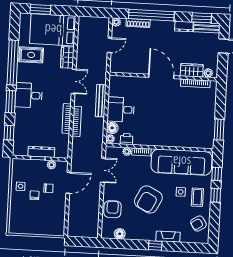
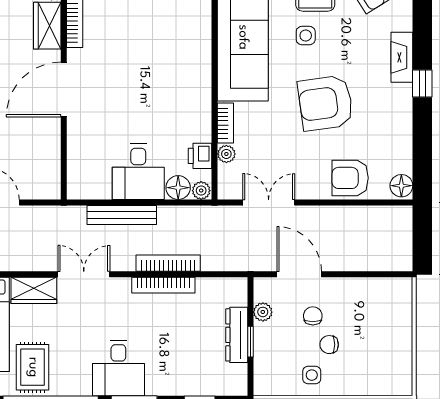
armchair: (148, 199) -> (326, 103), turned 145
floor lamp: (120, 234) -> (401, 186), moved

